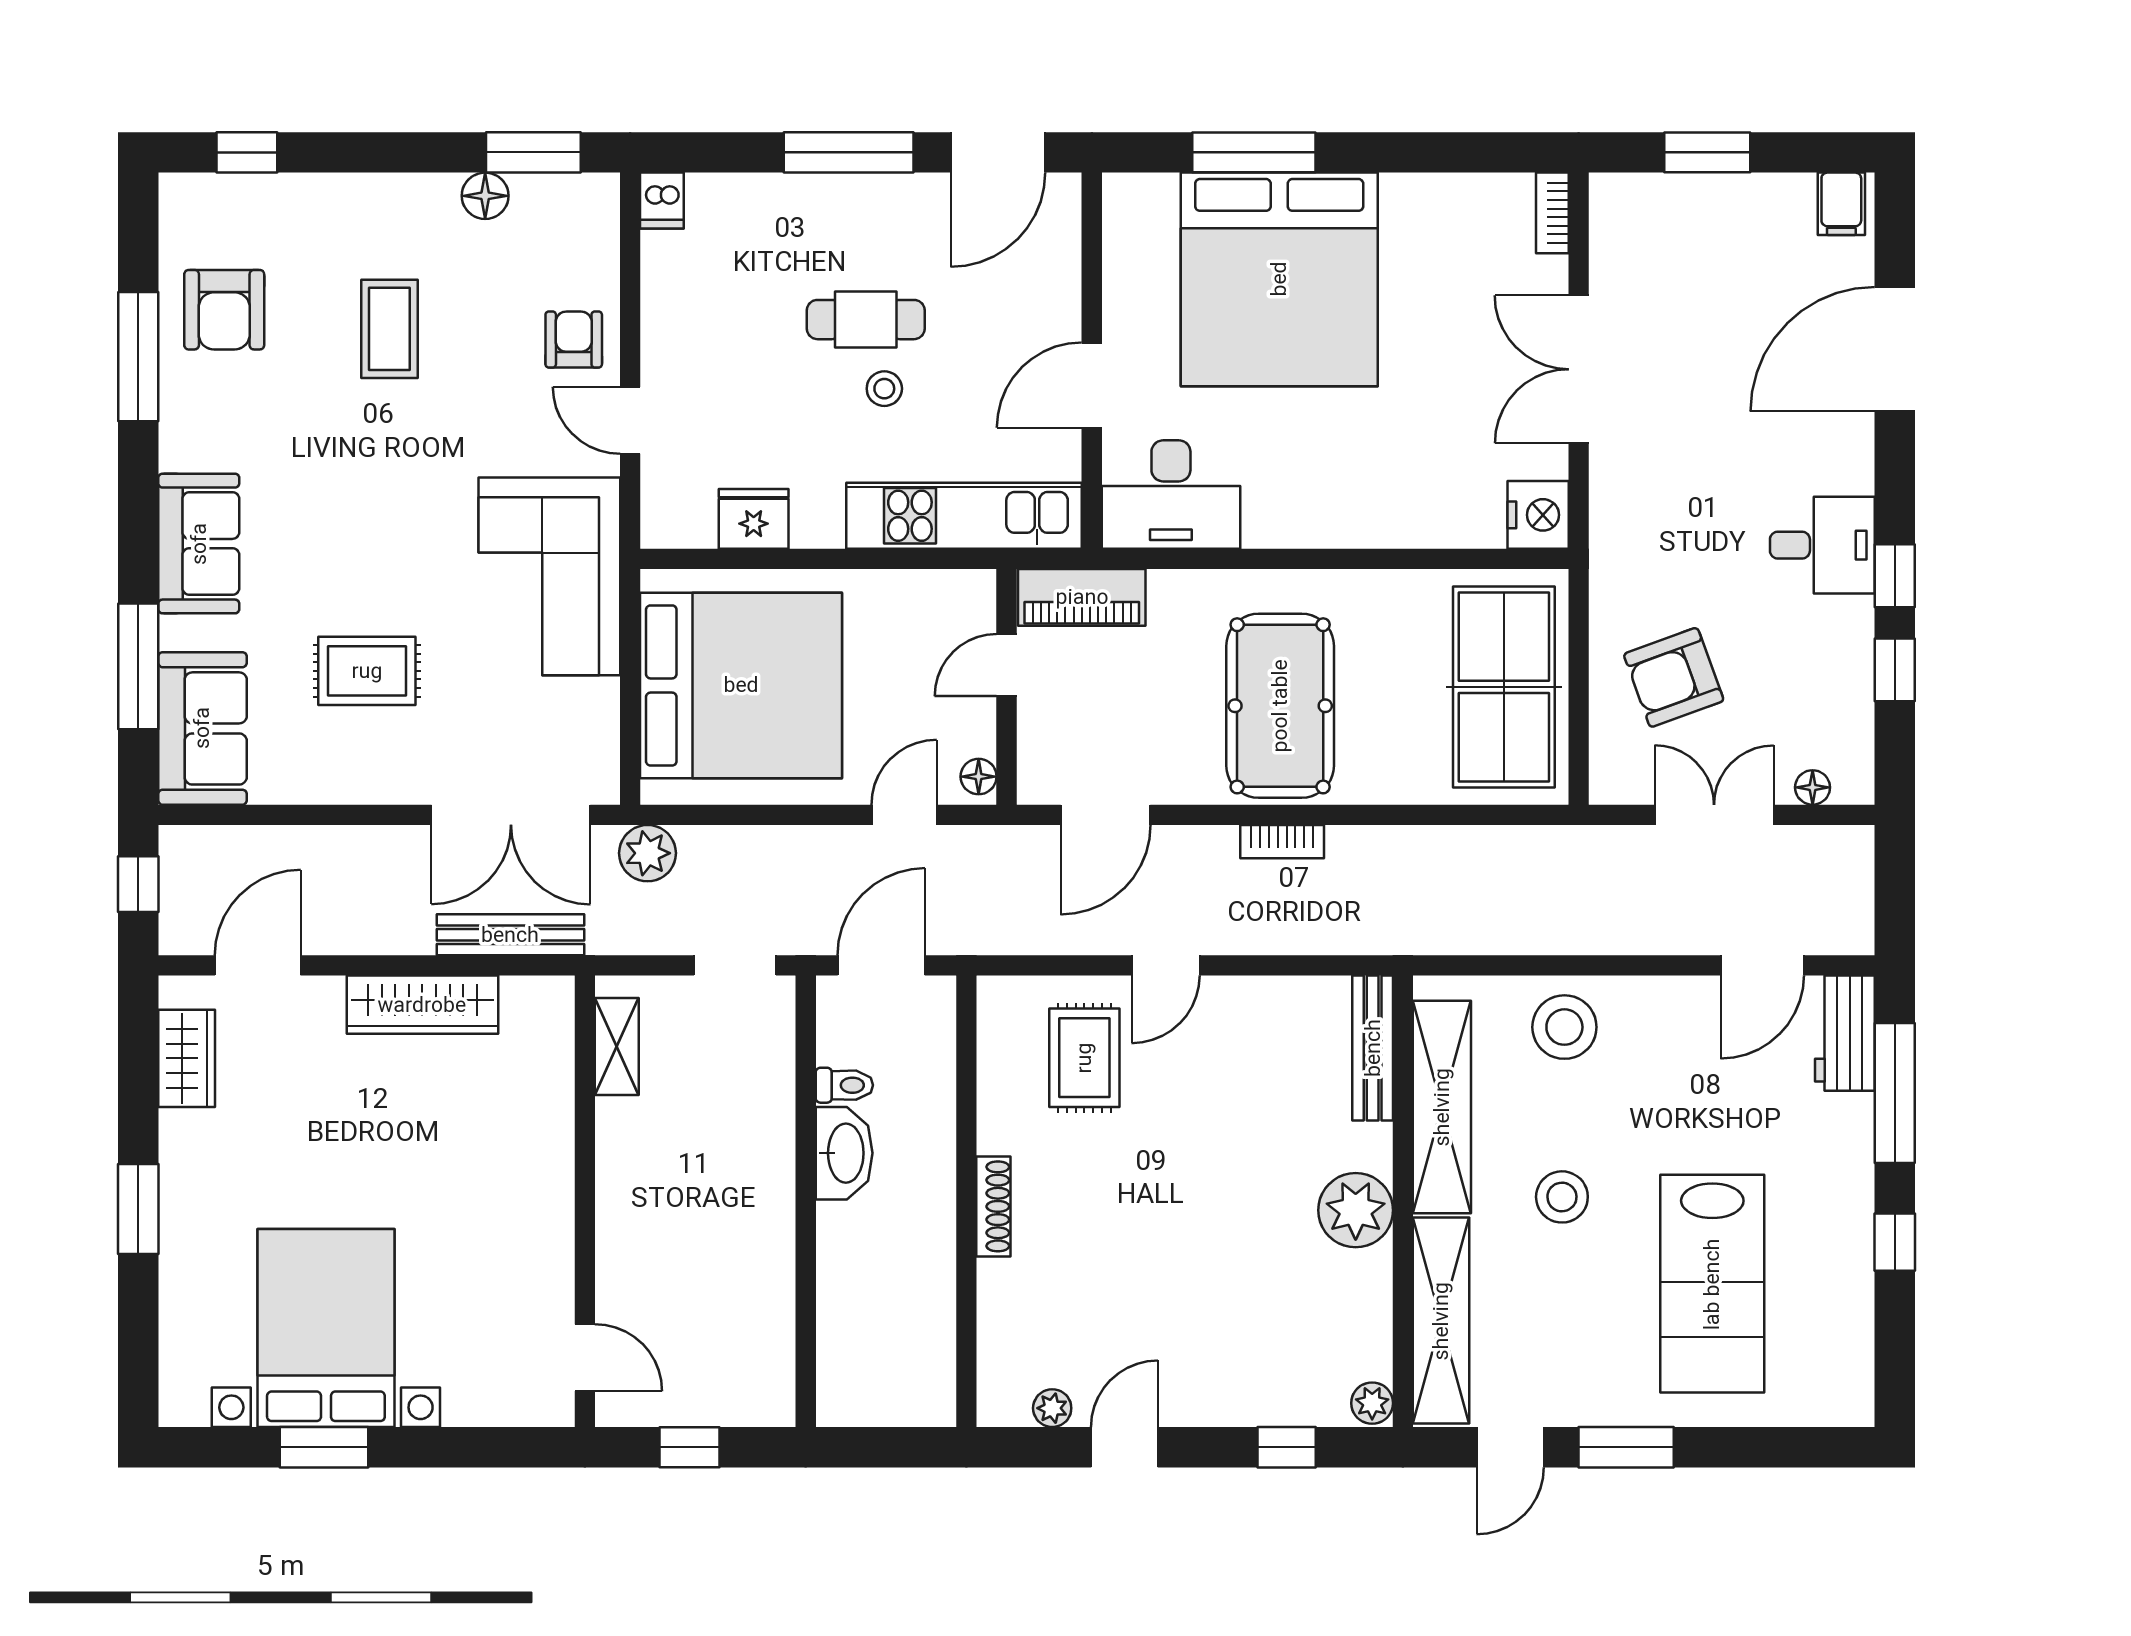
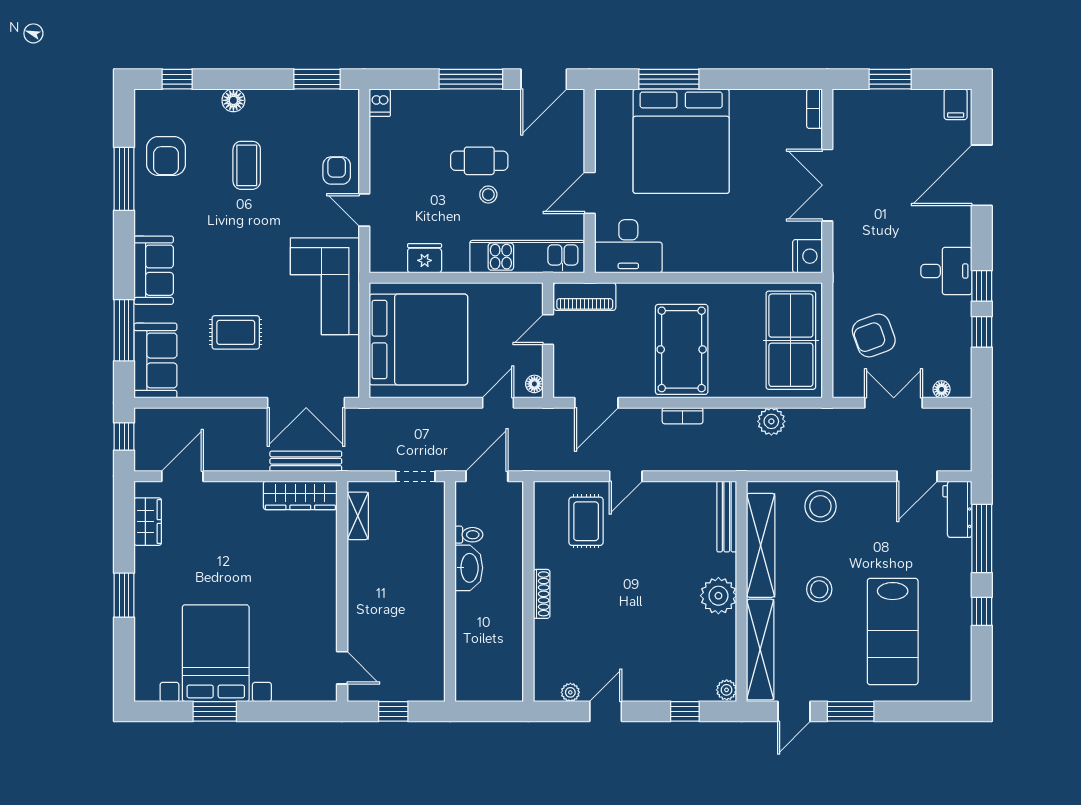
floor lamp: (485, 196) -> (233, 100), moved
plant: (648, 853) -> (771, 421), moved
wardrobe: (422, 1005) -> (300, 495), moved

